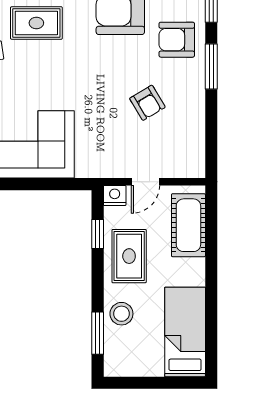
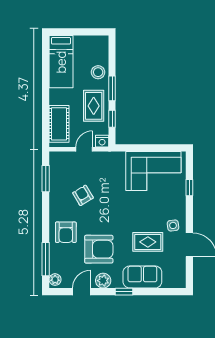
armchair: (177, 40) -> (66, 232), turned 90
window: (211, 66) -> (46, 179), moved
window: (98, 333) -> (112, 88), moved

